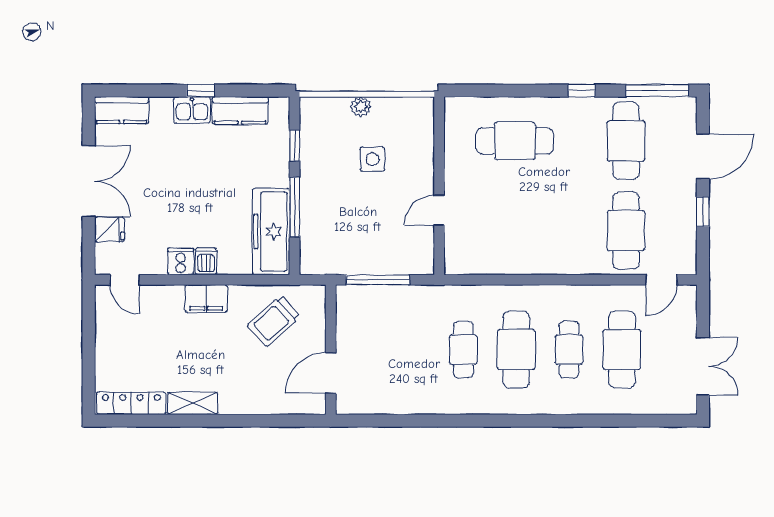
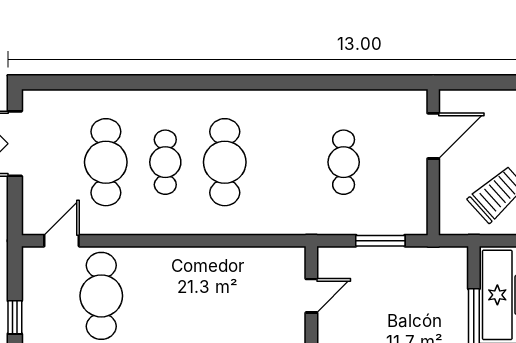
door: (439, 210) -> (311, 296), moved
window: (378, 280) -> (380, 241), width x0.69
cafe table: (463, 350) -> (344, 162), moved

